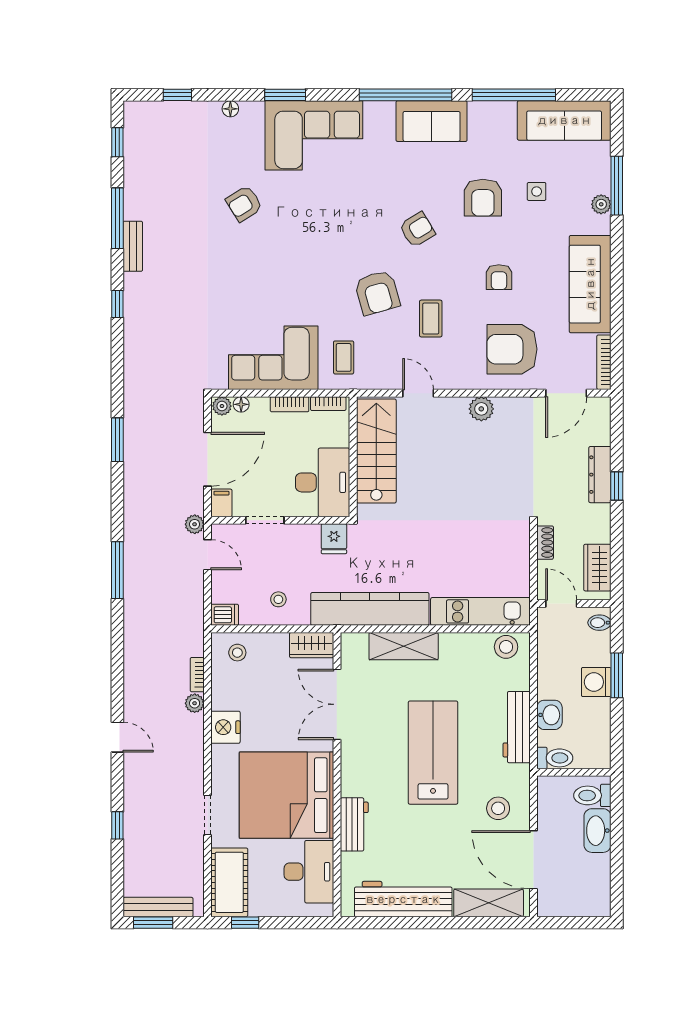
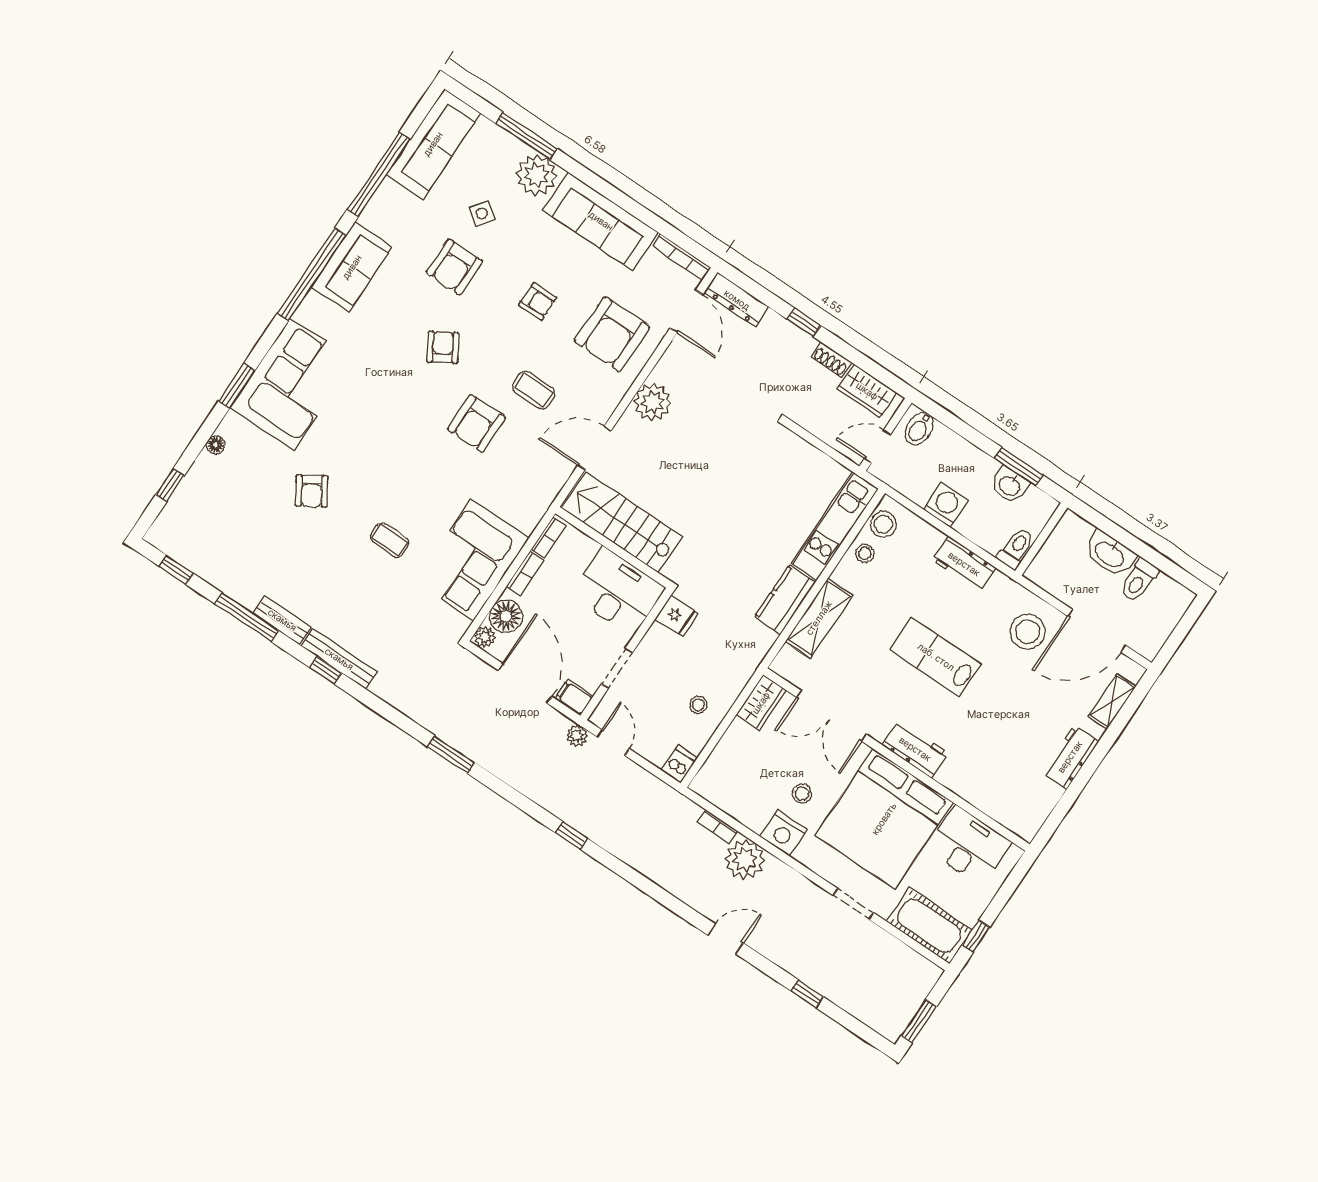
side table: (537, 191) -> (482, 214), turned 36
armchair: (483, 198) -> (454, 267), turned 90
plant: (601, 204) -> (536, 175), width x1.87, depth x1.87
armchair: (377, 293) -> (476, 423), turned 106
coffee table: (344, 357) -> (390, 540), moved
door: (418, 393) -> (595, 448), width x1.38
floor lamp: (241, 404) -> (506, 616), width x1.89, depth x1.89
plant: (481, 409) -> (652, 402), width x1.36, depth x1.36
dresser: (600, 475) -> (737, 300), moved
shoe rack: (545, 543) -> (831, 360), moved, turned 180
door: (208, 555) -> (613, 743), hinge flipped
window: (117, 570) -> (571, 835), width x0.46
kitchen counter: (370, 609) -> (785, 599), width x0.48, depth x0.86
bidet: (599, 623) -> (919, 429), width x1.38, depth x1.36
stool: (475, 648) -> (865, 553), added
stool: (237, 653) -> (802, 794), moved
window: (617, 675) -> (1018, 467), moved
washing machine: (596, 682) -> (946, 505), moved, turned 180
plant: (195, 703) -> (745, 860), width x1.88, depth x1.88
washbasin: (550, 715) -> (1010, 485), moved, turned 180
workbench: (517, 727) -> (964, 564), width x0.73
lab bench: (433, 753) -> (936, 657), width x0.73, depth x0.72
toilet: (592, 795) -> (1139, 580), moved
stool: (498, 808) -> (1028, 632), width x1.38, depth x1.38
workbench: (354, 824) -> (915, 749), moved
workbench: (403, 899) -> (1070, 757), width x0.53, depth x0.76
shelving: (489, 903) -> (1112, 701), width x0.67, depth x0.75
bench: (158, 907) -> (339, 659), moved, turned 90

